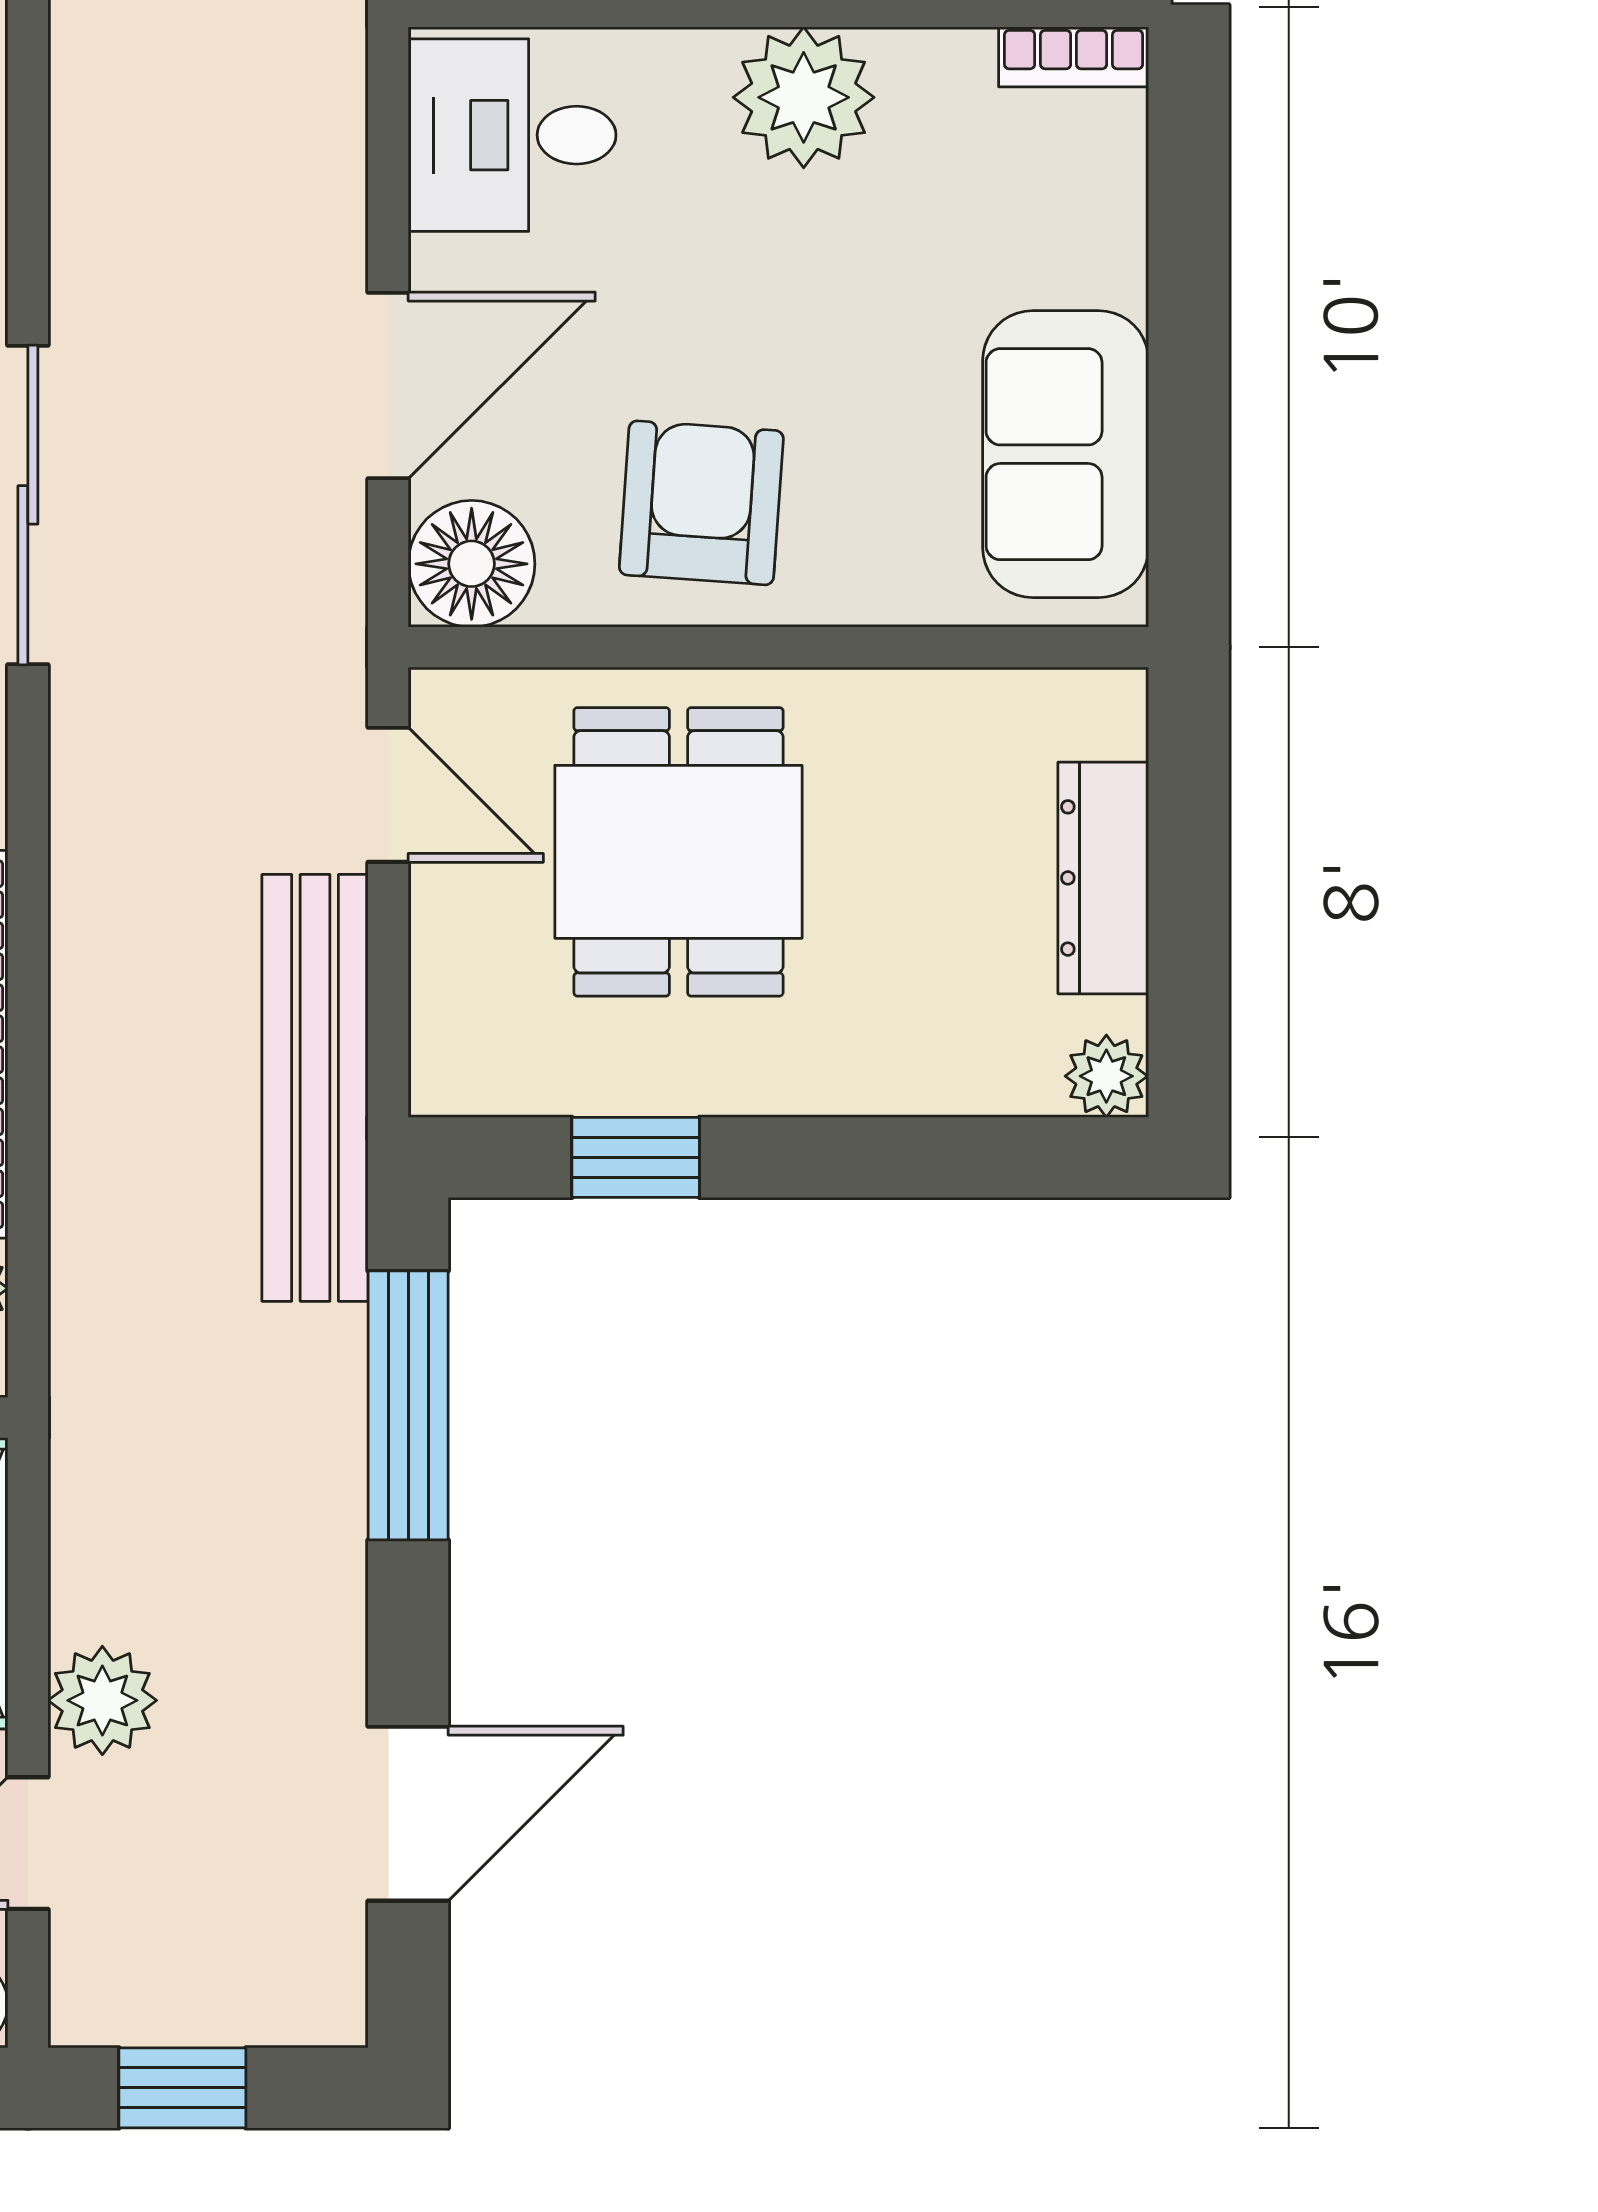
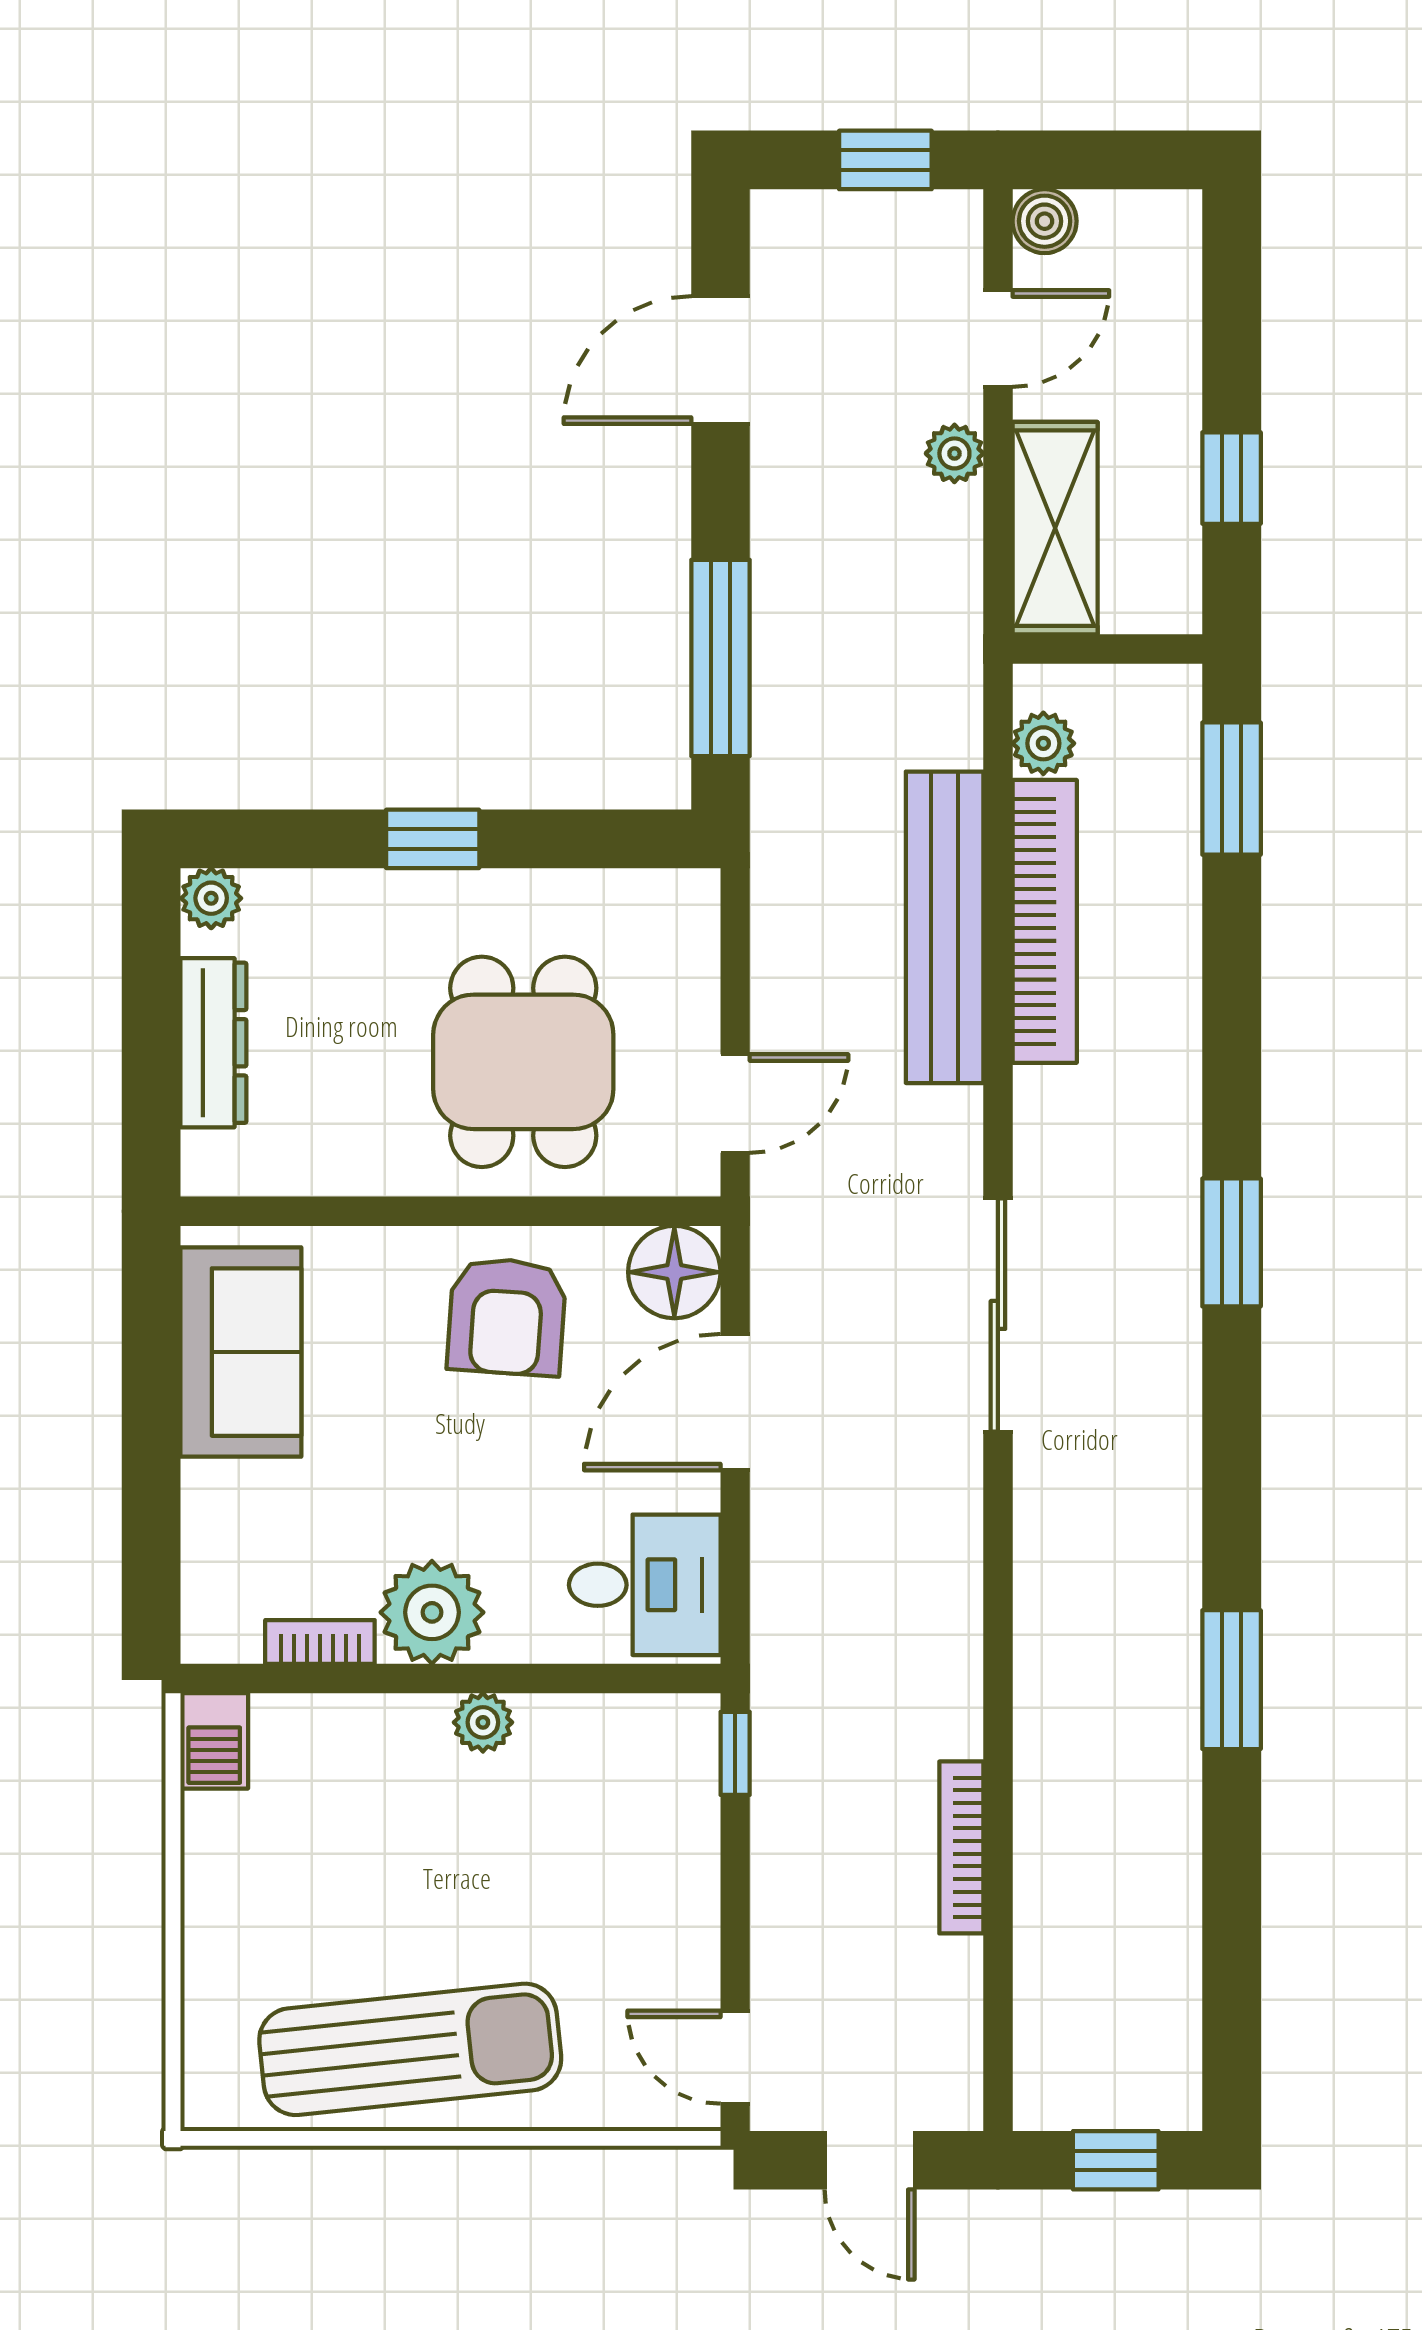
bookcase: (1074, 57) -> (320, 1642), moved
door: (388, 795) -> (735, 1104), swing flipped
bench: (315, 1088) -> (945, 927), moved
window: (636, 1157) -> (433, 839), moved
plant: (102, 1700) -> (954, 453), width x0.73, depth x0.73

